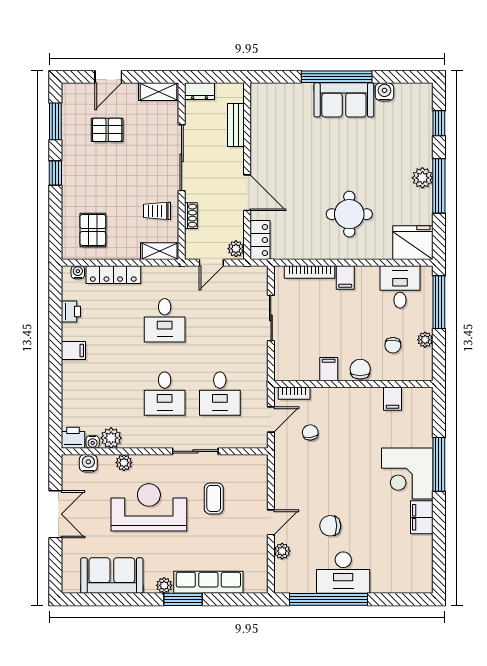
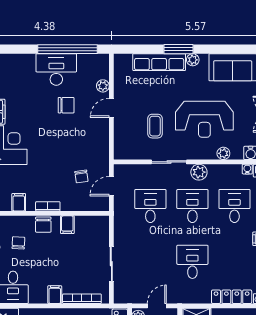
bookcase: (294, 393) -> (48, 206), moved
desk: (109, 394) -> (234, 206), added
plant: (111, 438) -> (199, 172), moved

